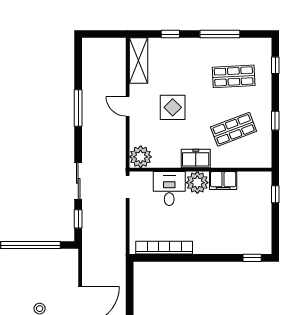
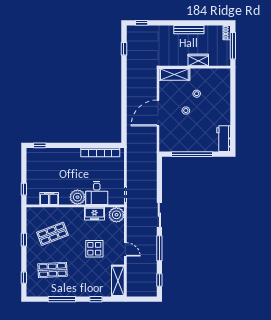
freezer: (196, 159) -> (94, 214), moved
filing cabinet: (223, 180) -> (49, 199), moved
sliding door: (78, 181) -> (159, 215), moved
window: (78, 219) -> (159, 280), moved

